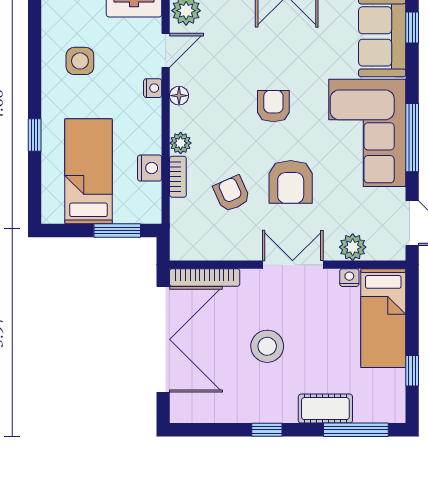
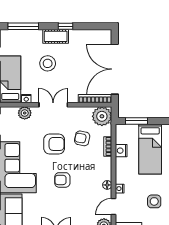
armchair: (273, 106) -> (62, 180), turned 90
plant: (181, 143) -> (102, 116), moved, width x1.88, depth x1.88
armchair: (291, 182) -> (54, 144), turned 90
armchair: (232, 194) -> (82, 138), turned 125
double door: (293, 265) -> (53, 105), swing flipped
stool: (267, 346) -> (48, 63), moved
cot: (325, 409) -> (56, 36), moved

